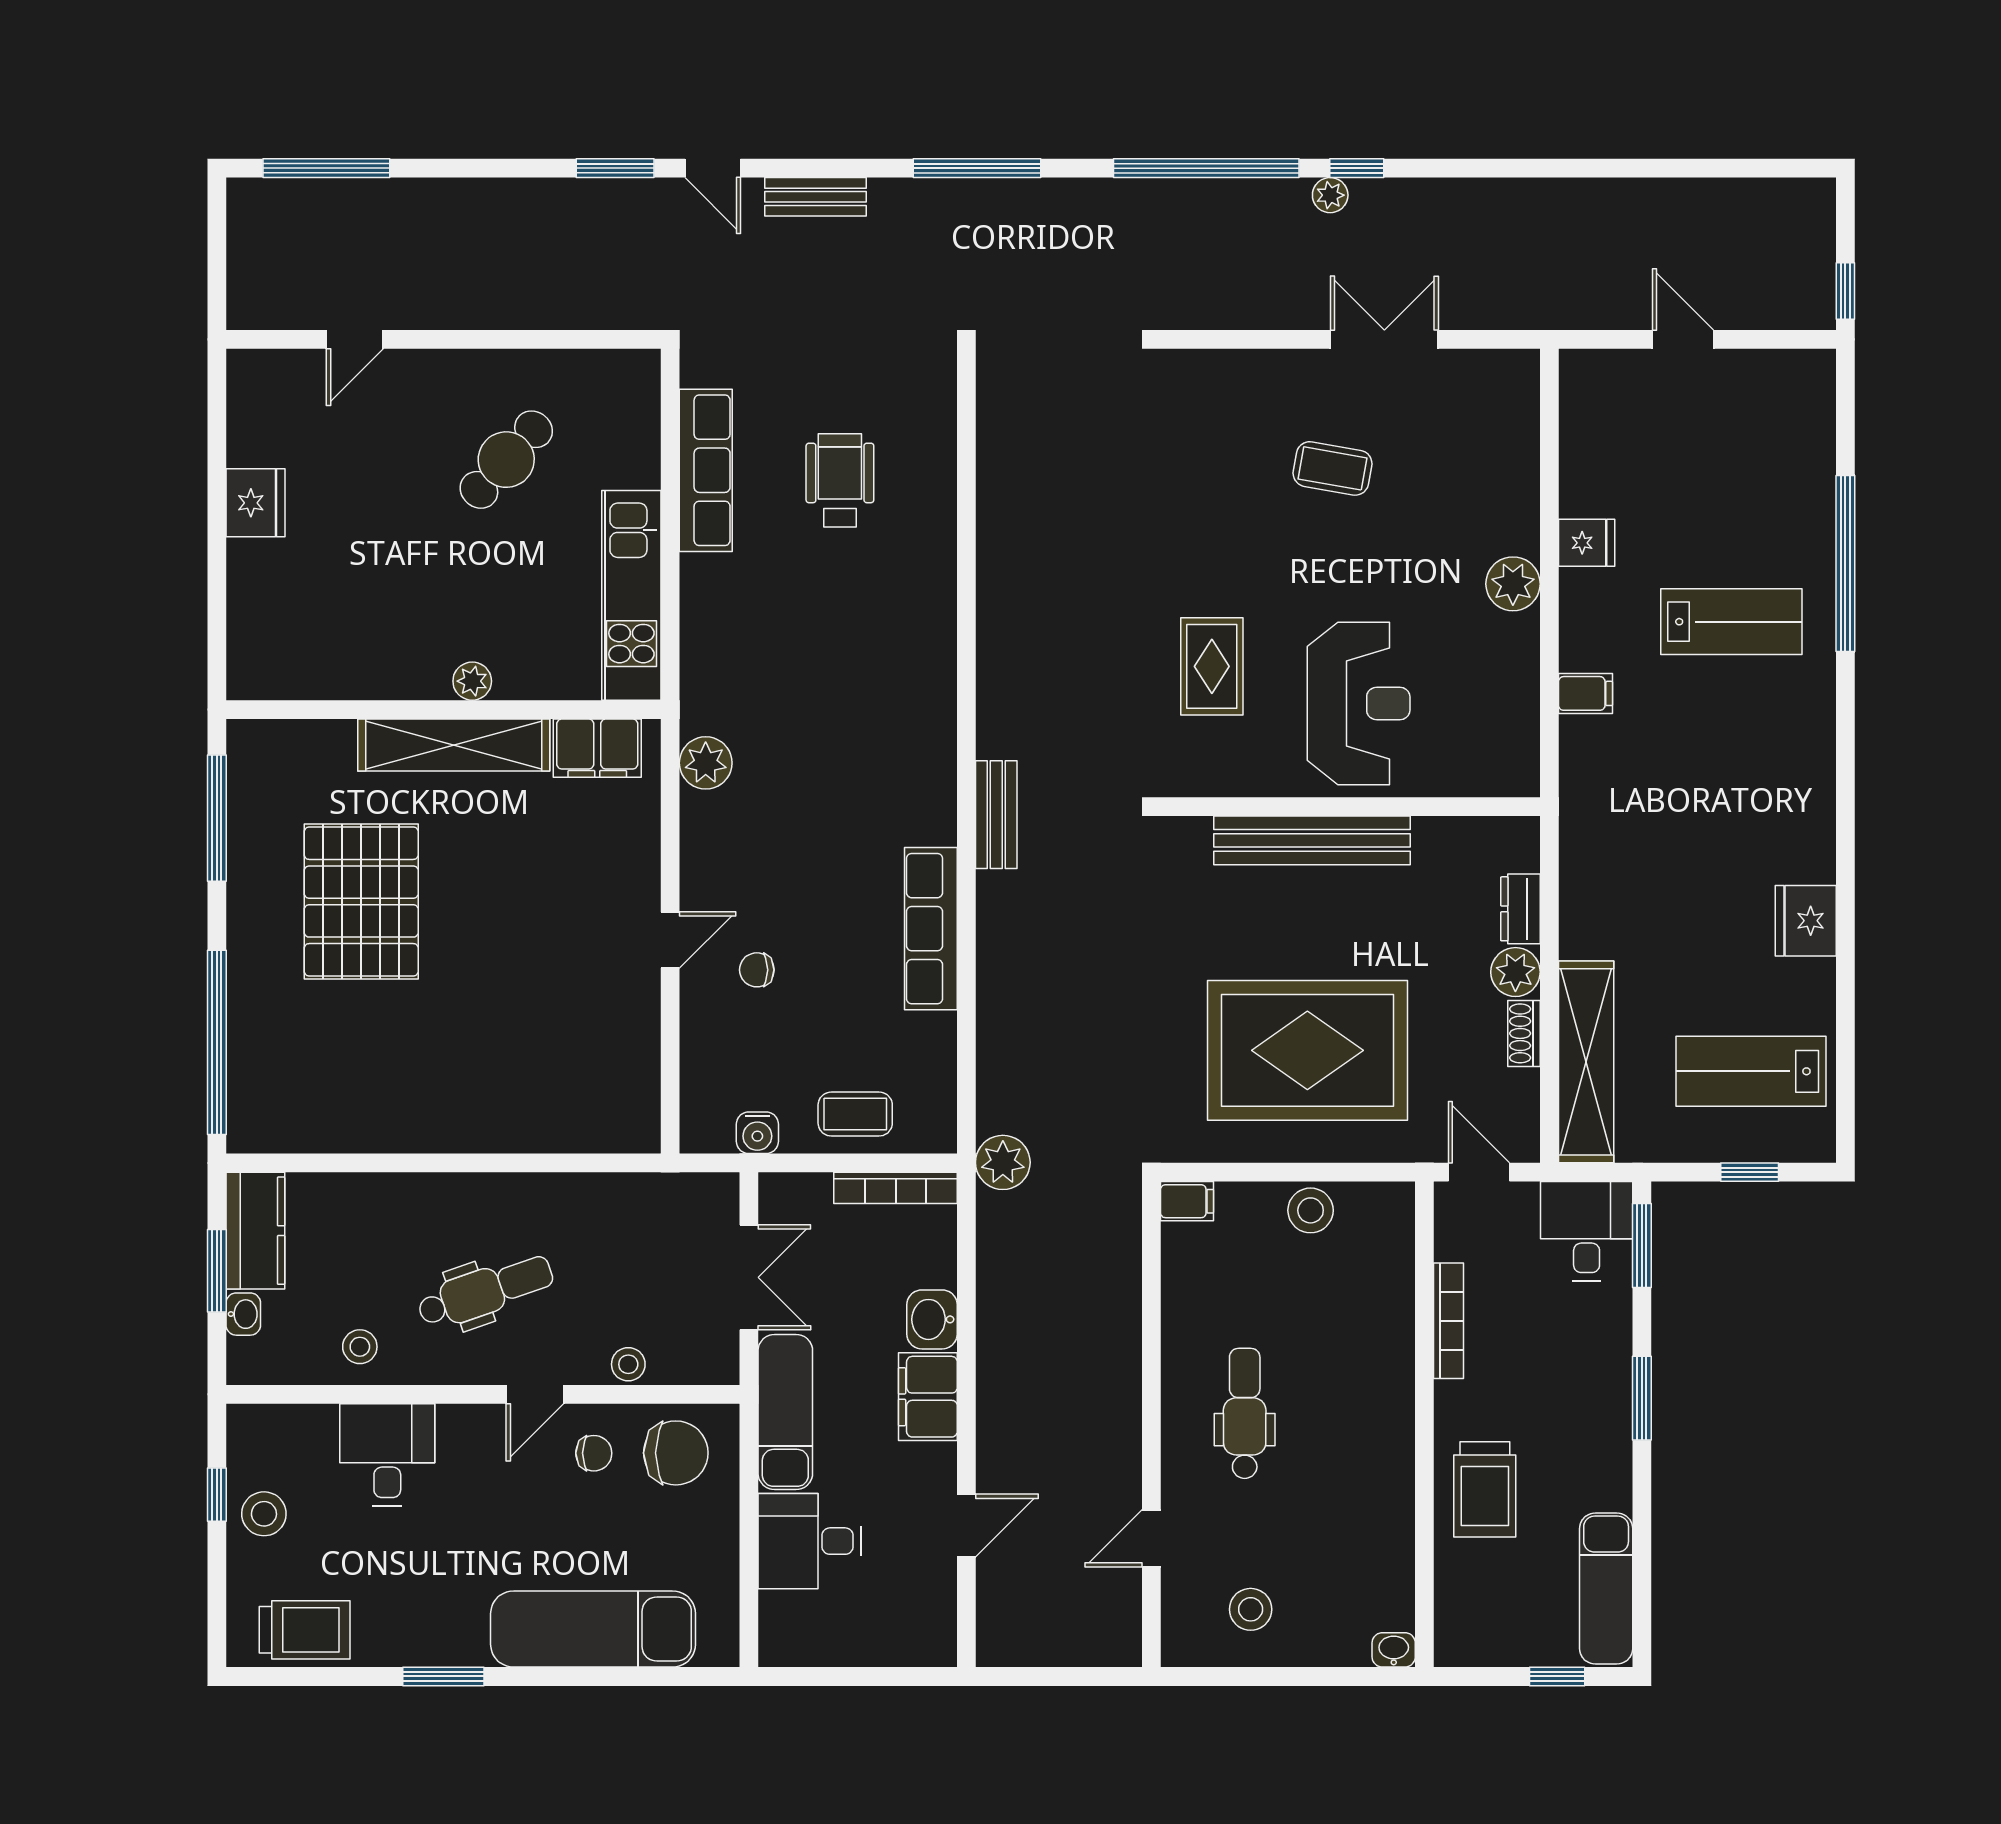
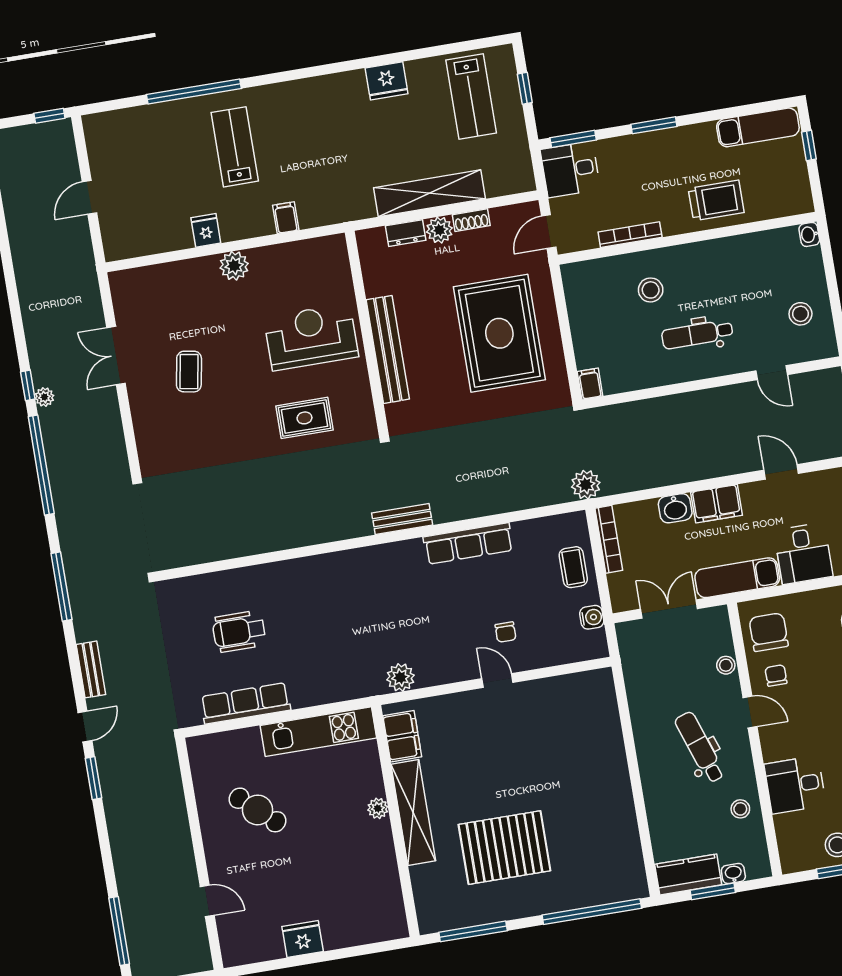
shelving: (1586, 1062) -> (430, 193), moved
stool: (1311, 1210) -> (651, 290), moved

